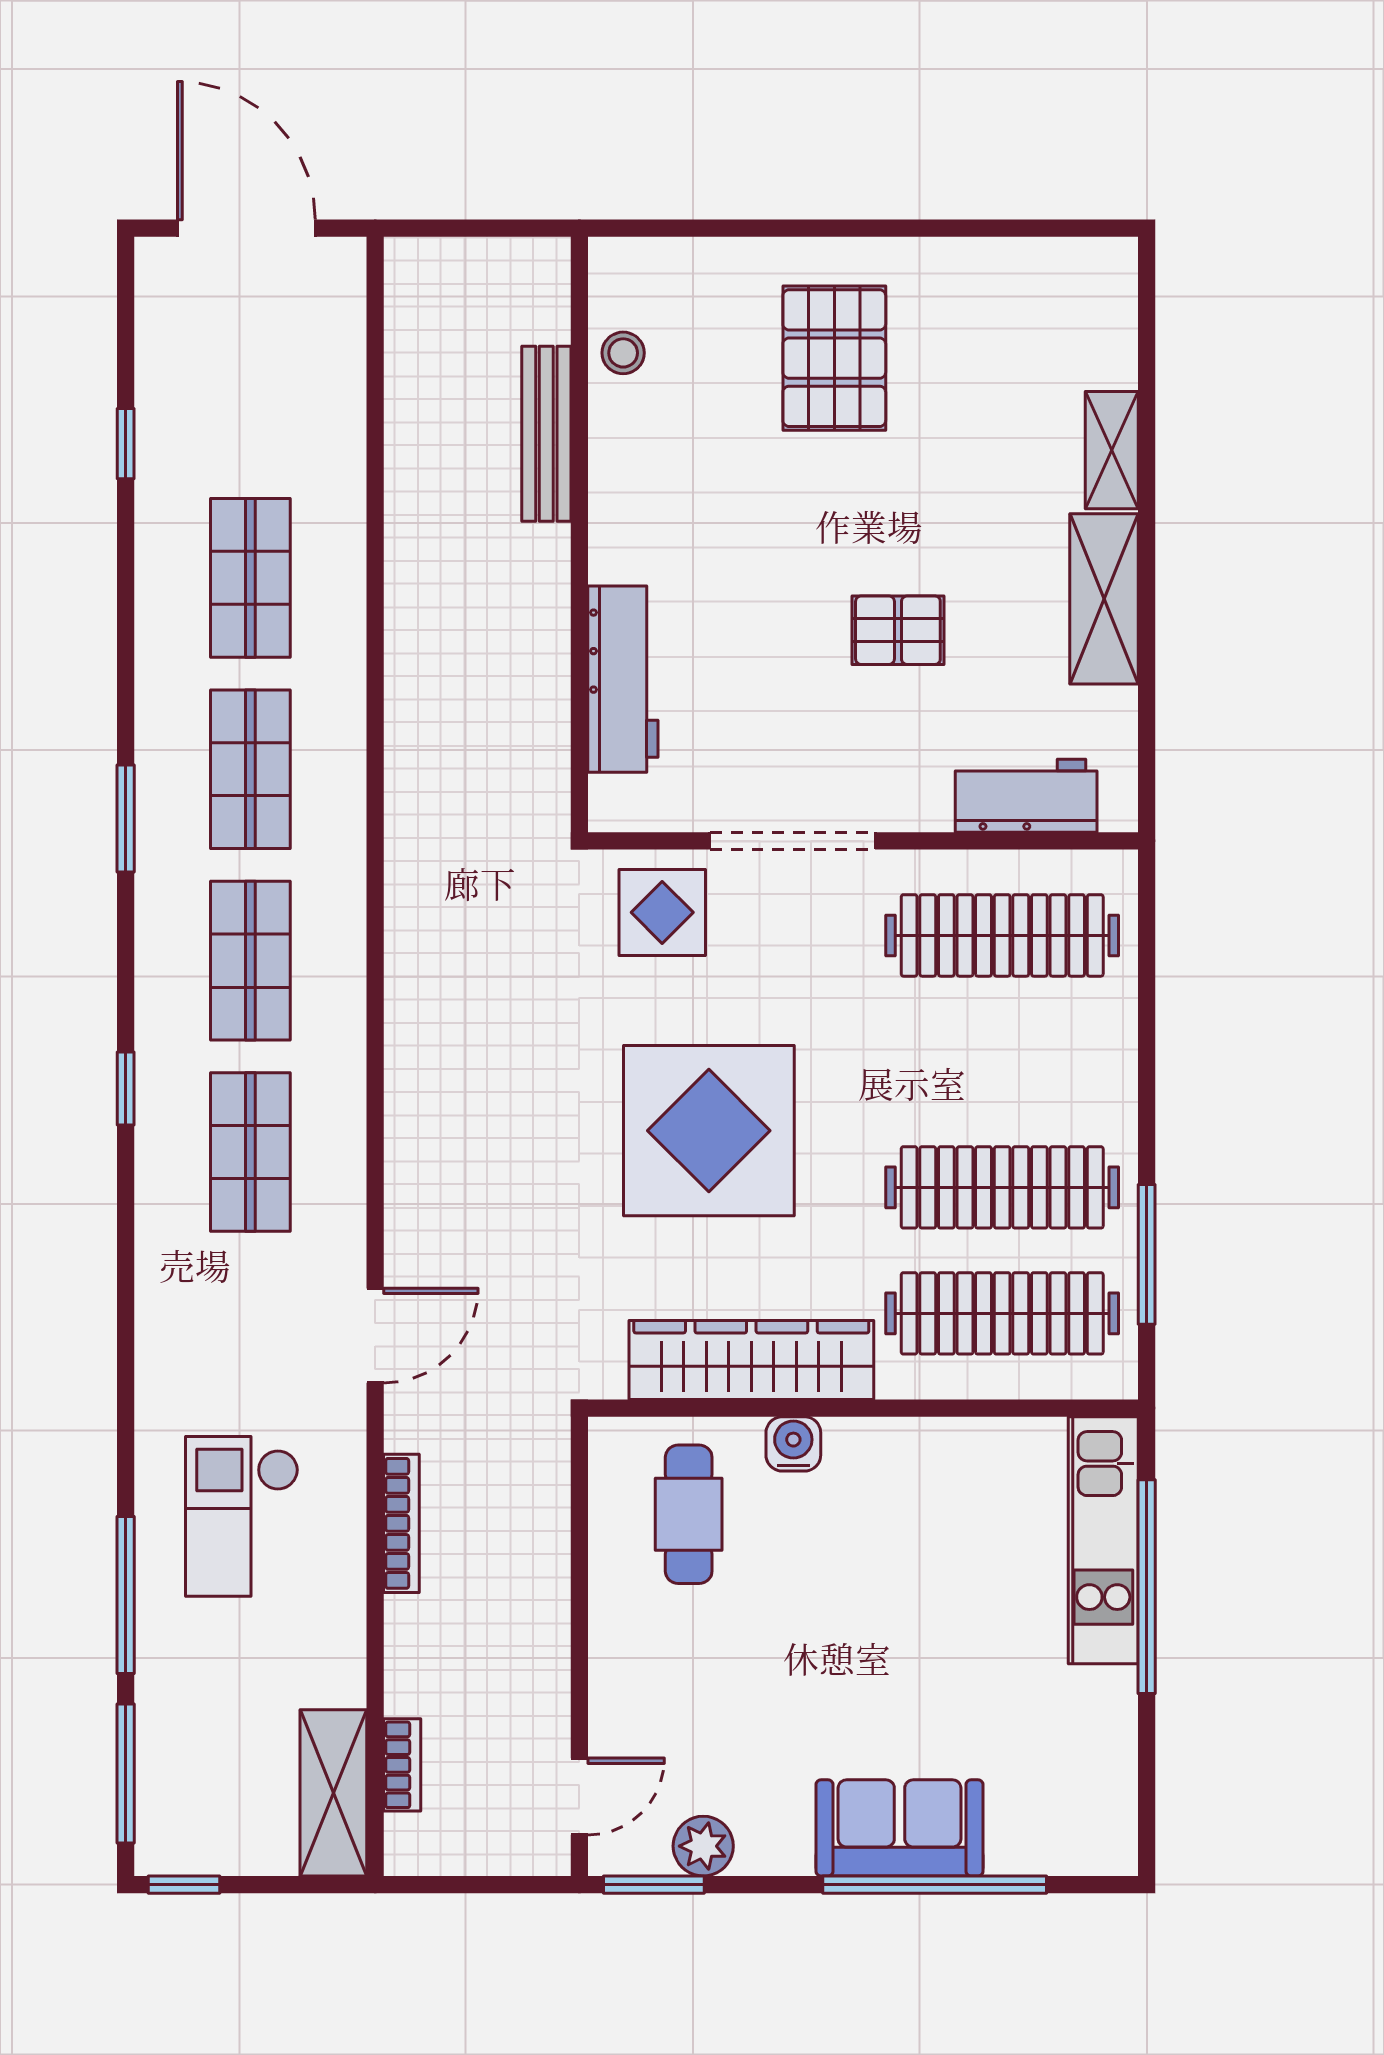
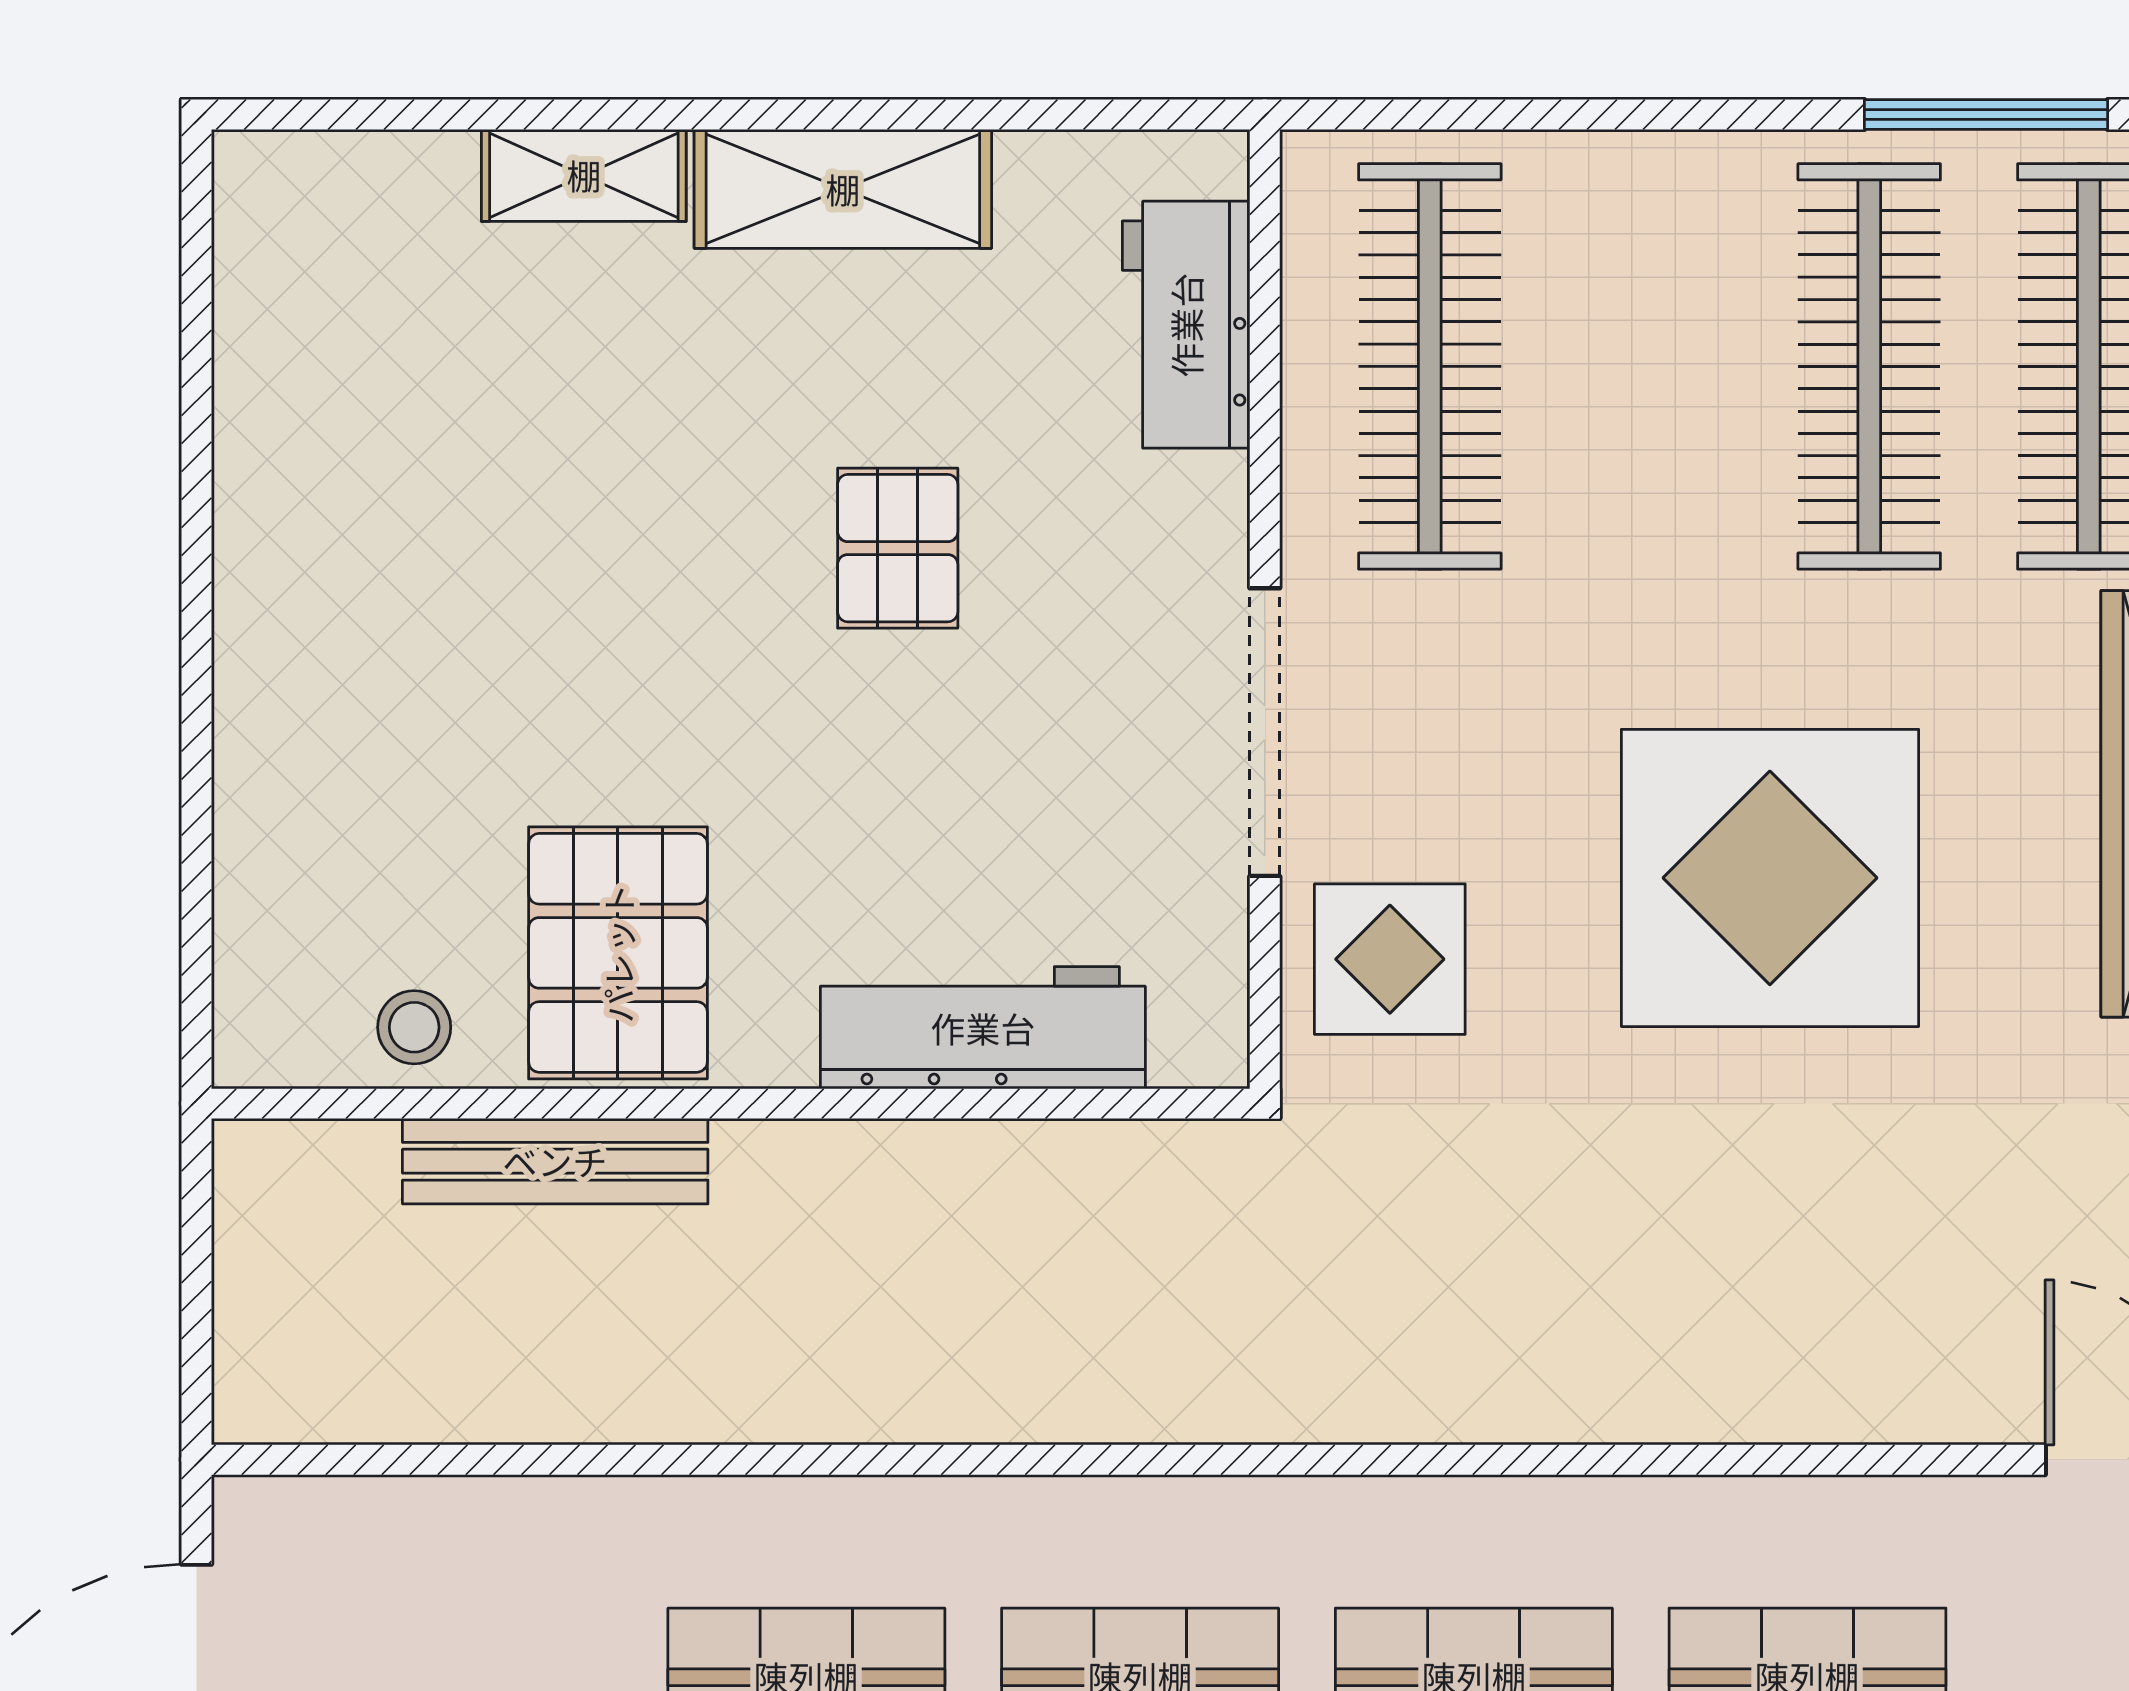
pallet: (834, 358) -> (618, 953), moved, turned 90

